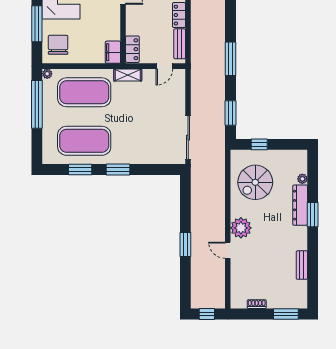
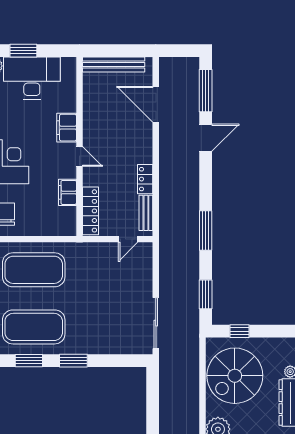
locker: (132, 49) -> (90, 211), width x1.53
filing cabinet: (113, 52) -> (67, 192), moved
shelving: (128, 75) -> (85, 250), removed
spiral stairs: (255, 182) -> (235, 376), width x1.37, depth x1.37

